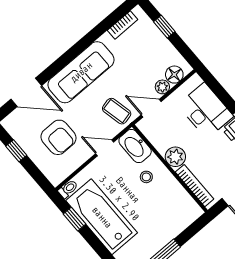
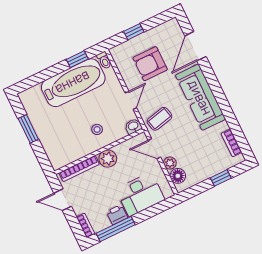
door: (151, 108) -> (154, 149), swing flipped
washbasin: (135, 146) -> (133, 126), width x0.52, depth x0.69
window: (16, 151) -> (134, 32), moved

